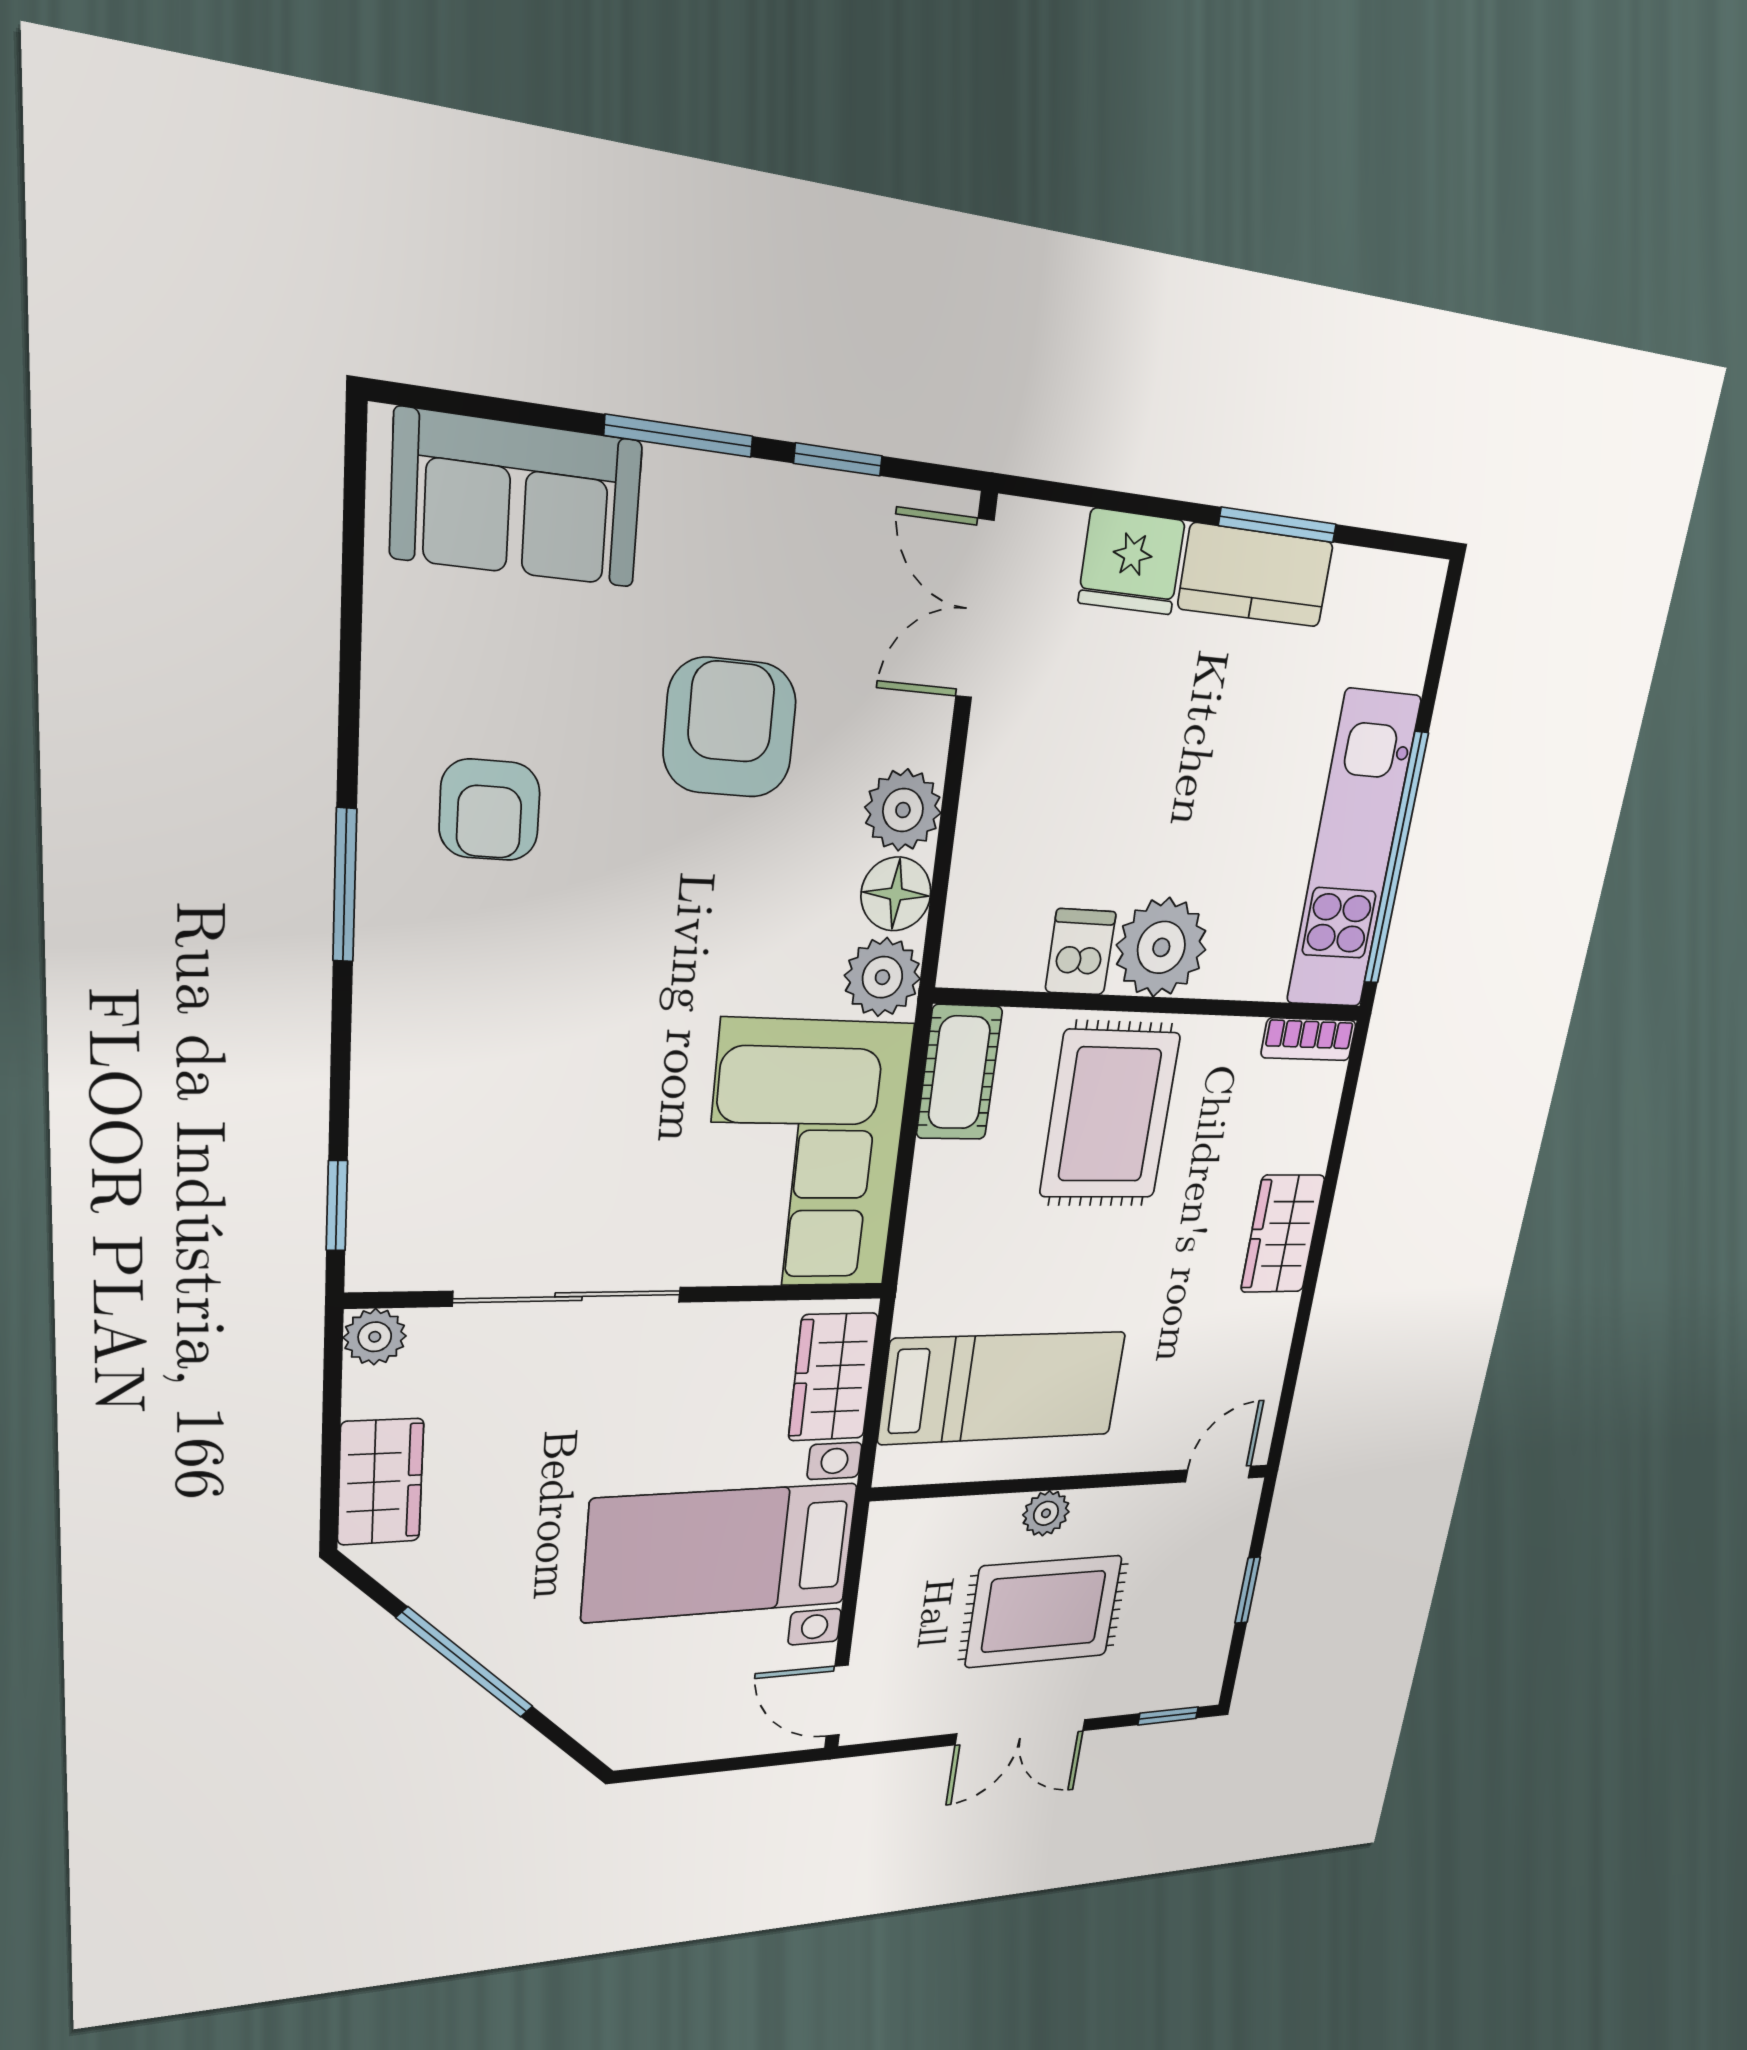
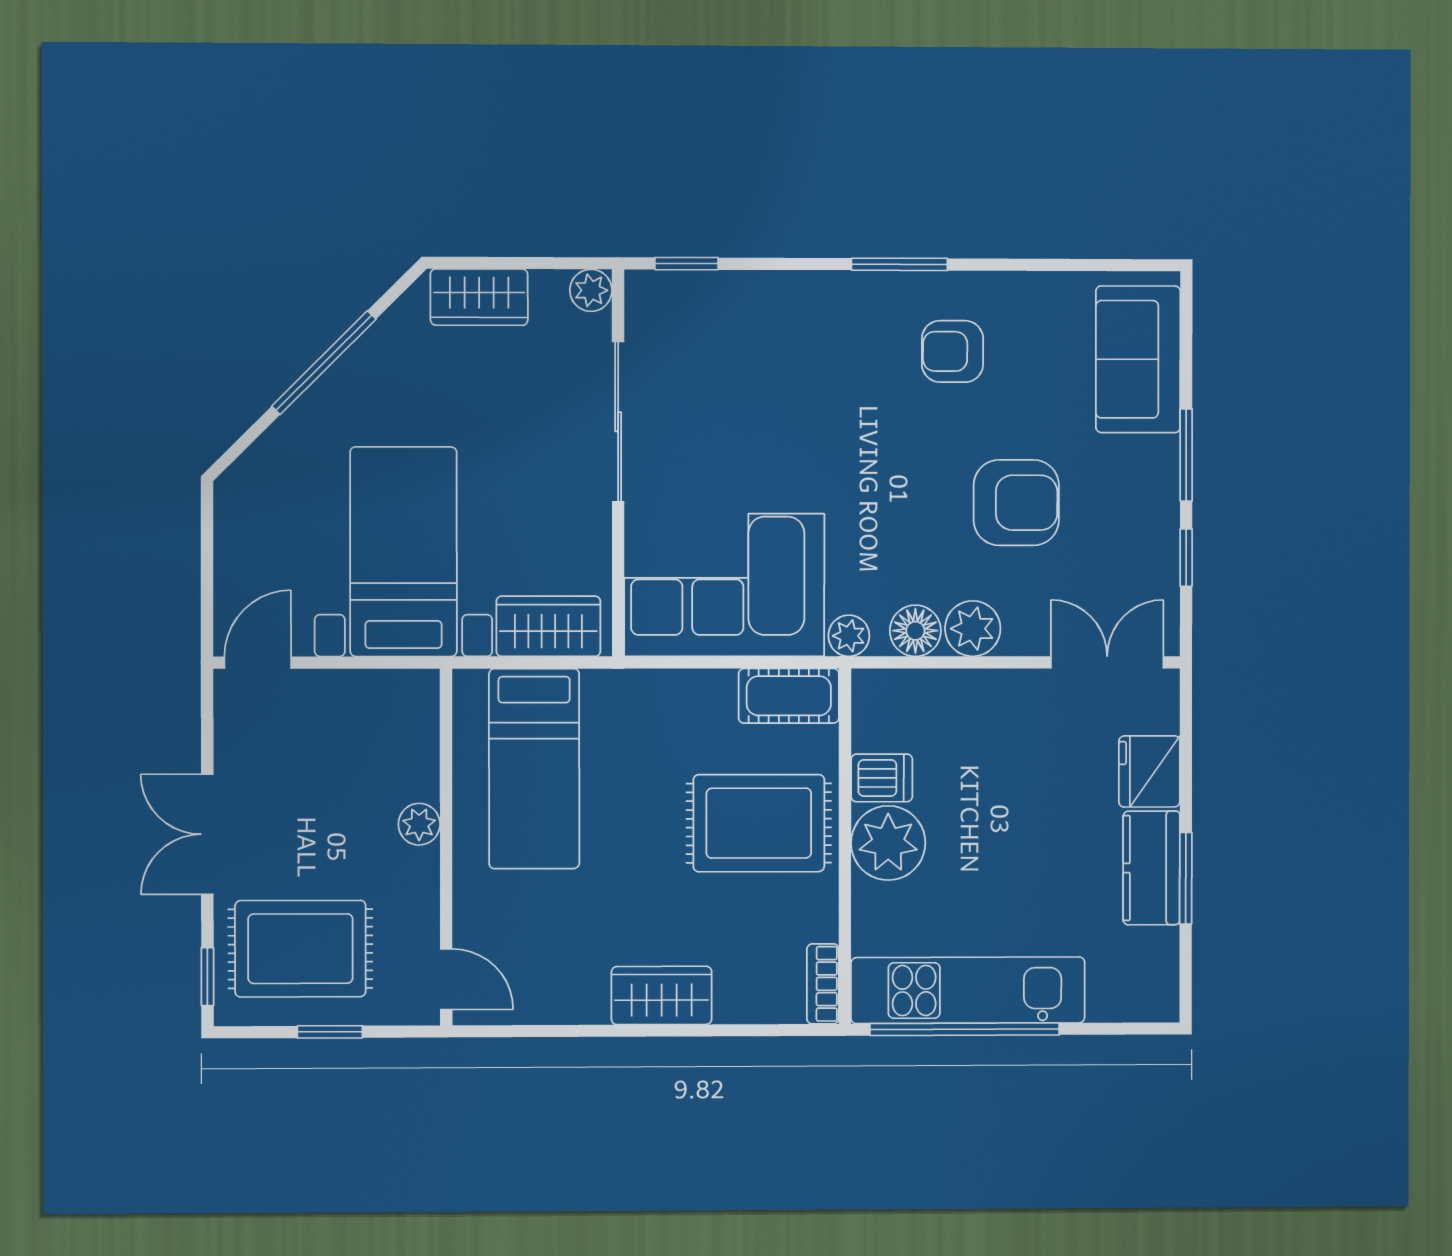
plant: (882, 977) -> (849, 636), width x0.73, depth x0.73
rug: (1044, 1611) -> (300, 949), moved, turned 90

